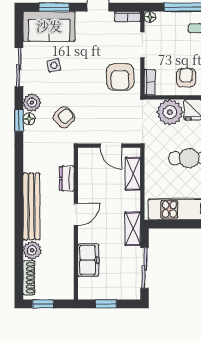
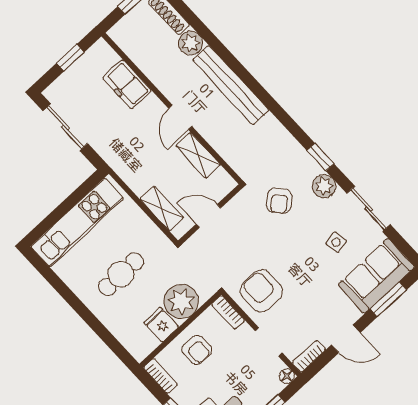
floor lamp: (29, 119) -> (312, 168), removed
dresser: (67, 179) -> (222, 144), removed
shelving: (133, 229) -> (198, 155), moved

